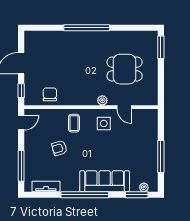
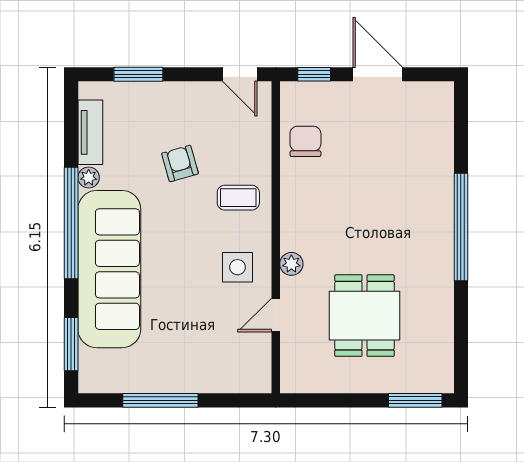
chair: (50, 94) -> (305, 141), turned -90
window: (21, 166) -> (138, 74), width x0.69
sofa: (105, 181) -> (109, 269), width x1.36, depth x1.27
plant: (144, 187) -> (89, 177), moved

